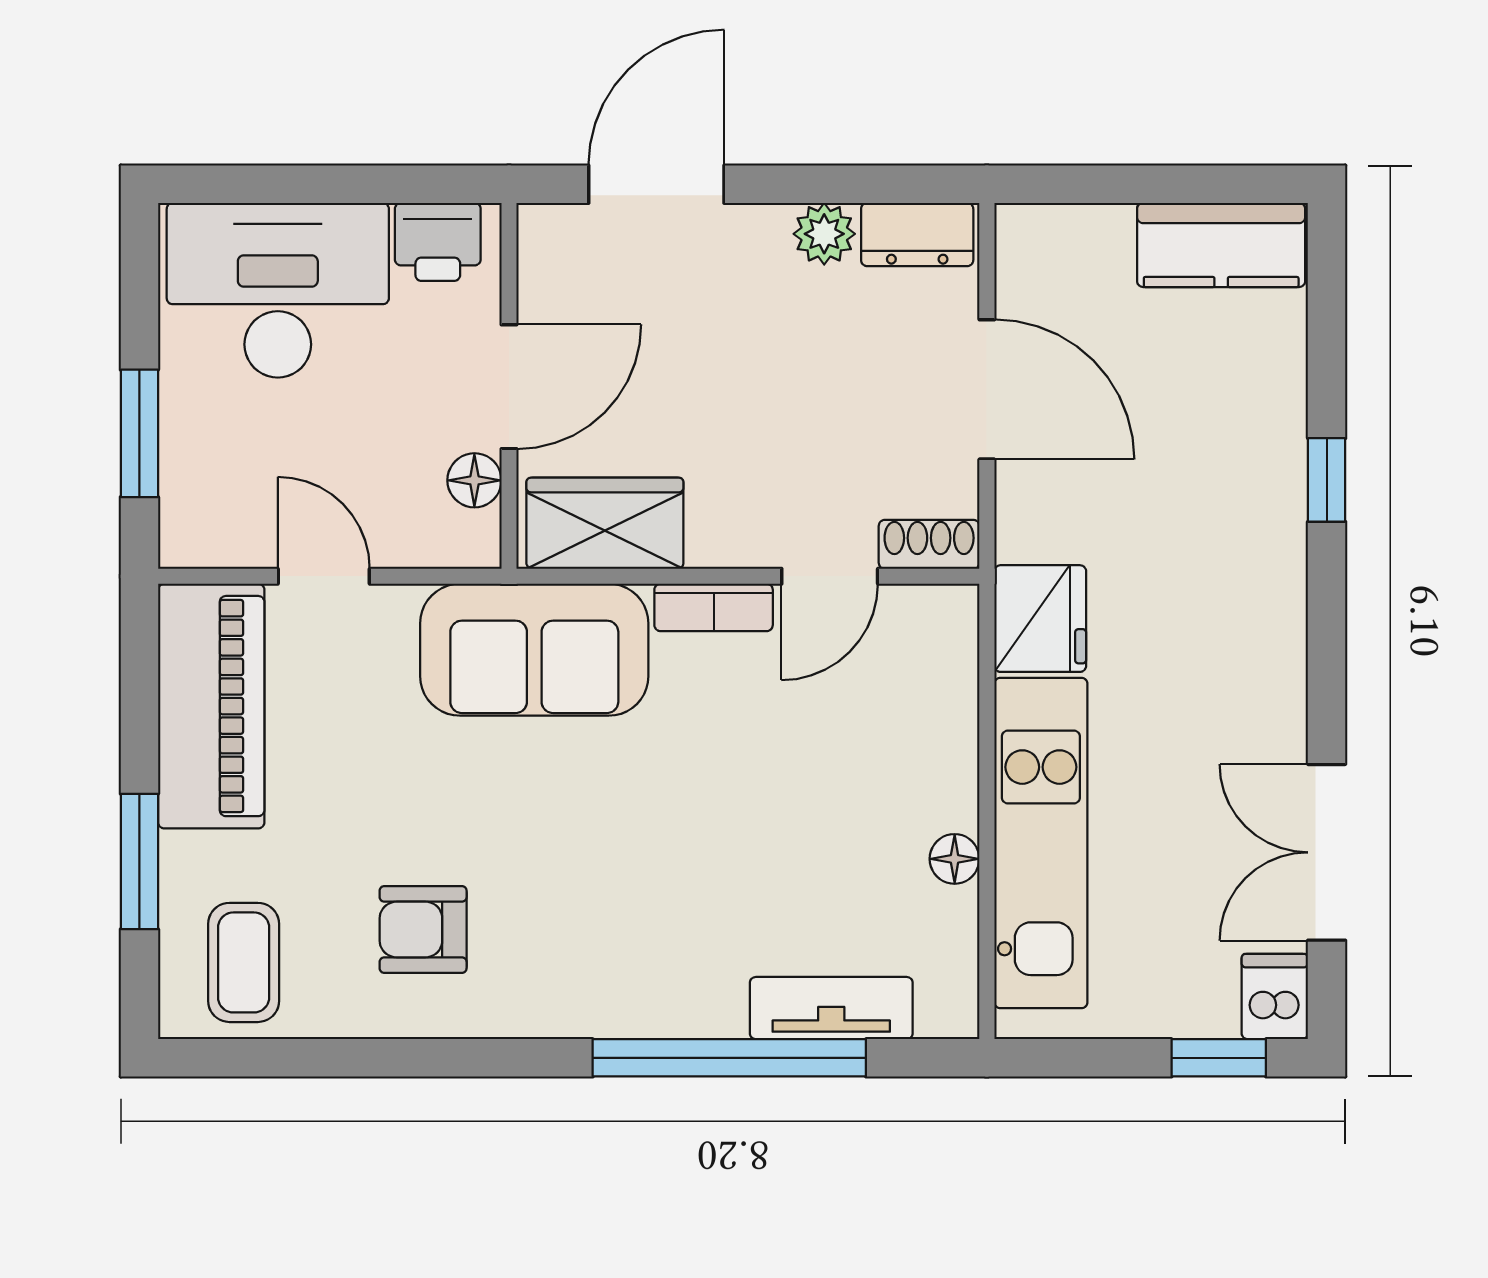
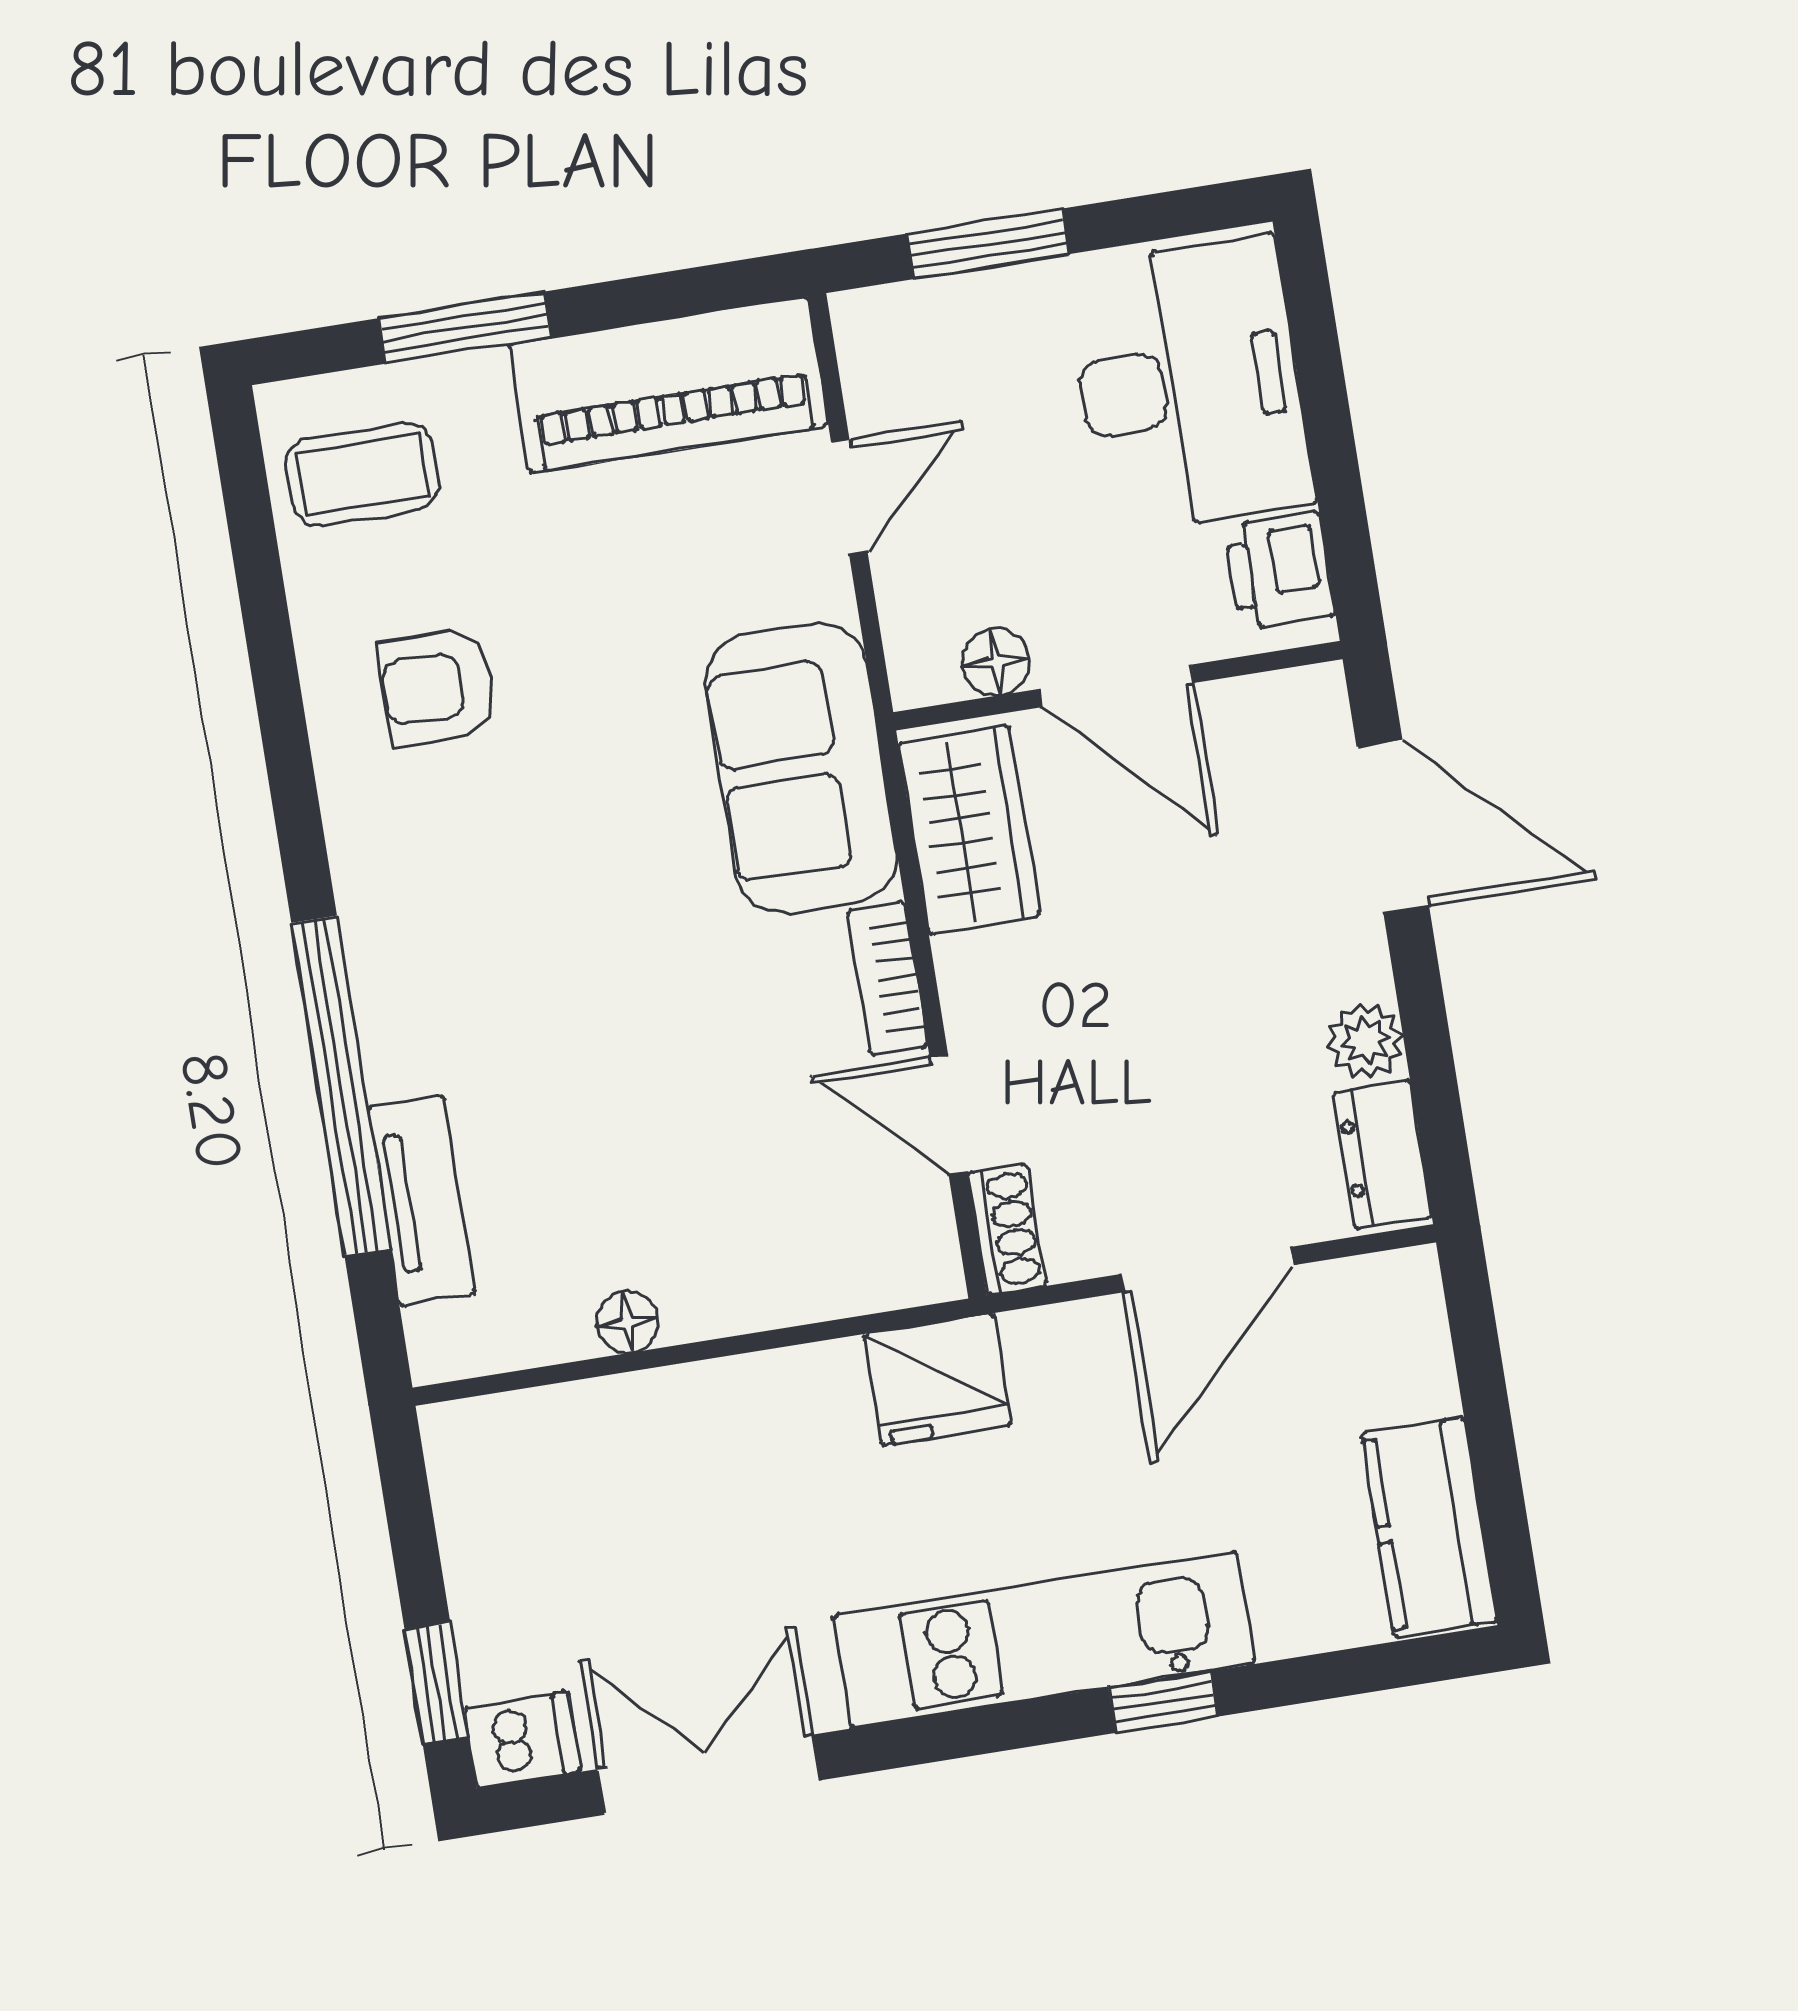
kitchen unit: (1041, 843) -> (1044, 1639), moved, turned 180
armchair: (423, 929) -> (438, 687), turned -90

